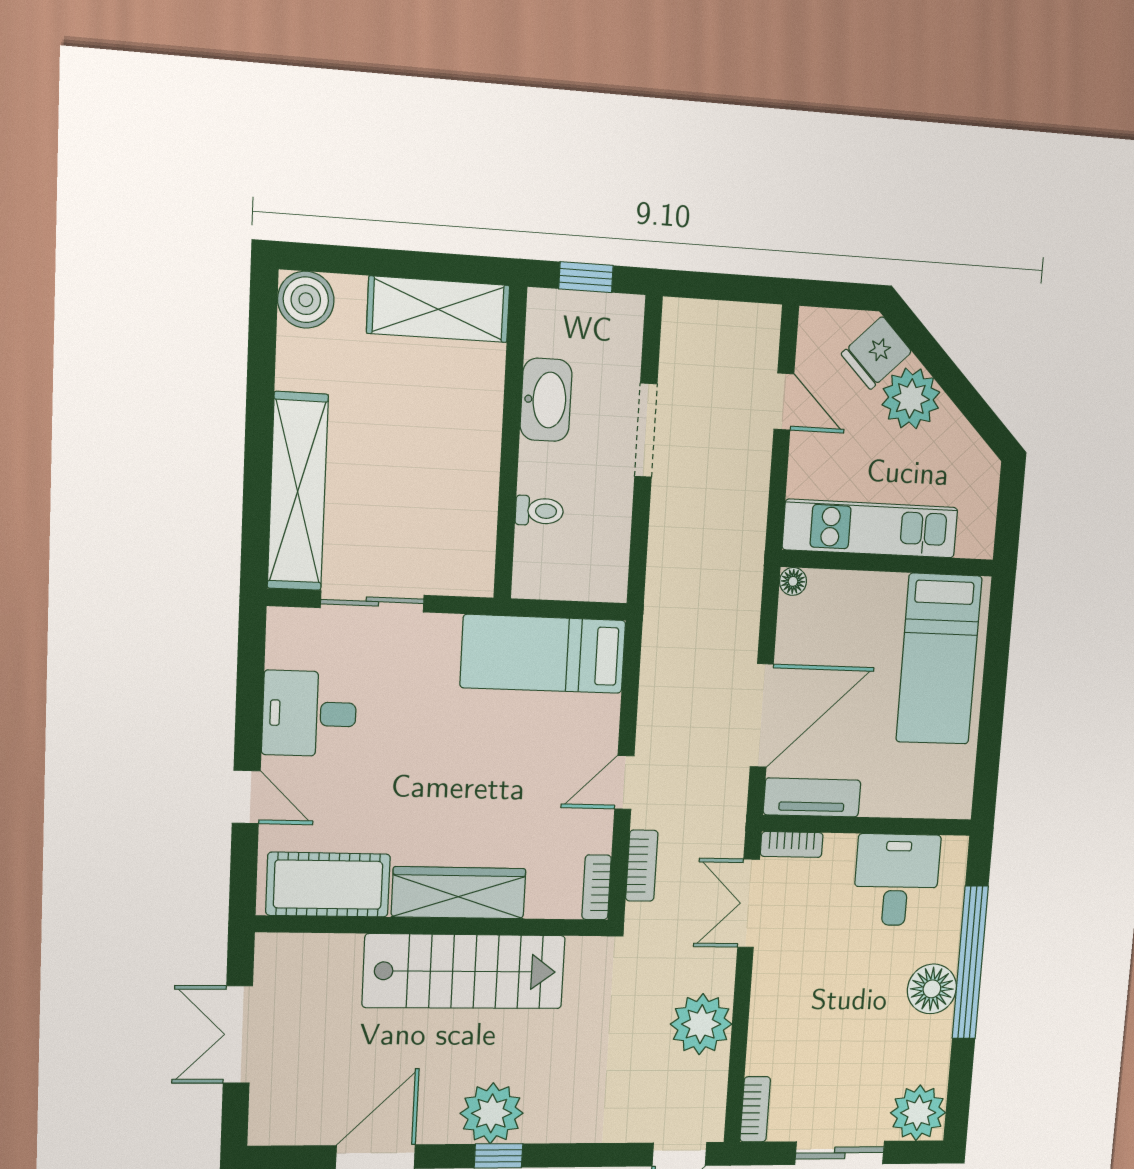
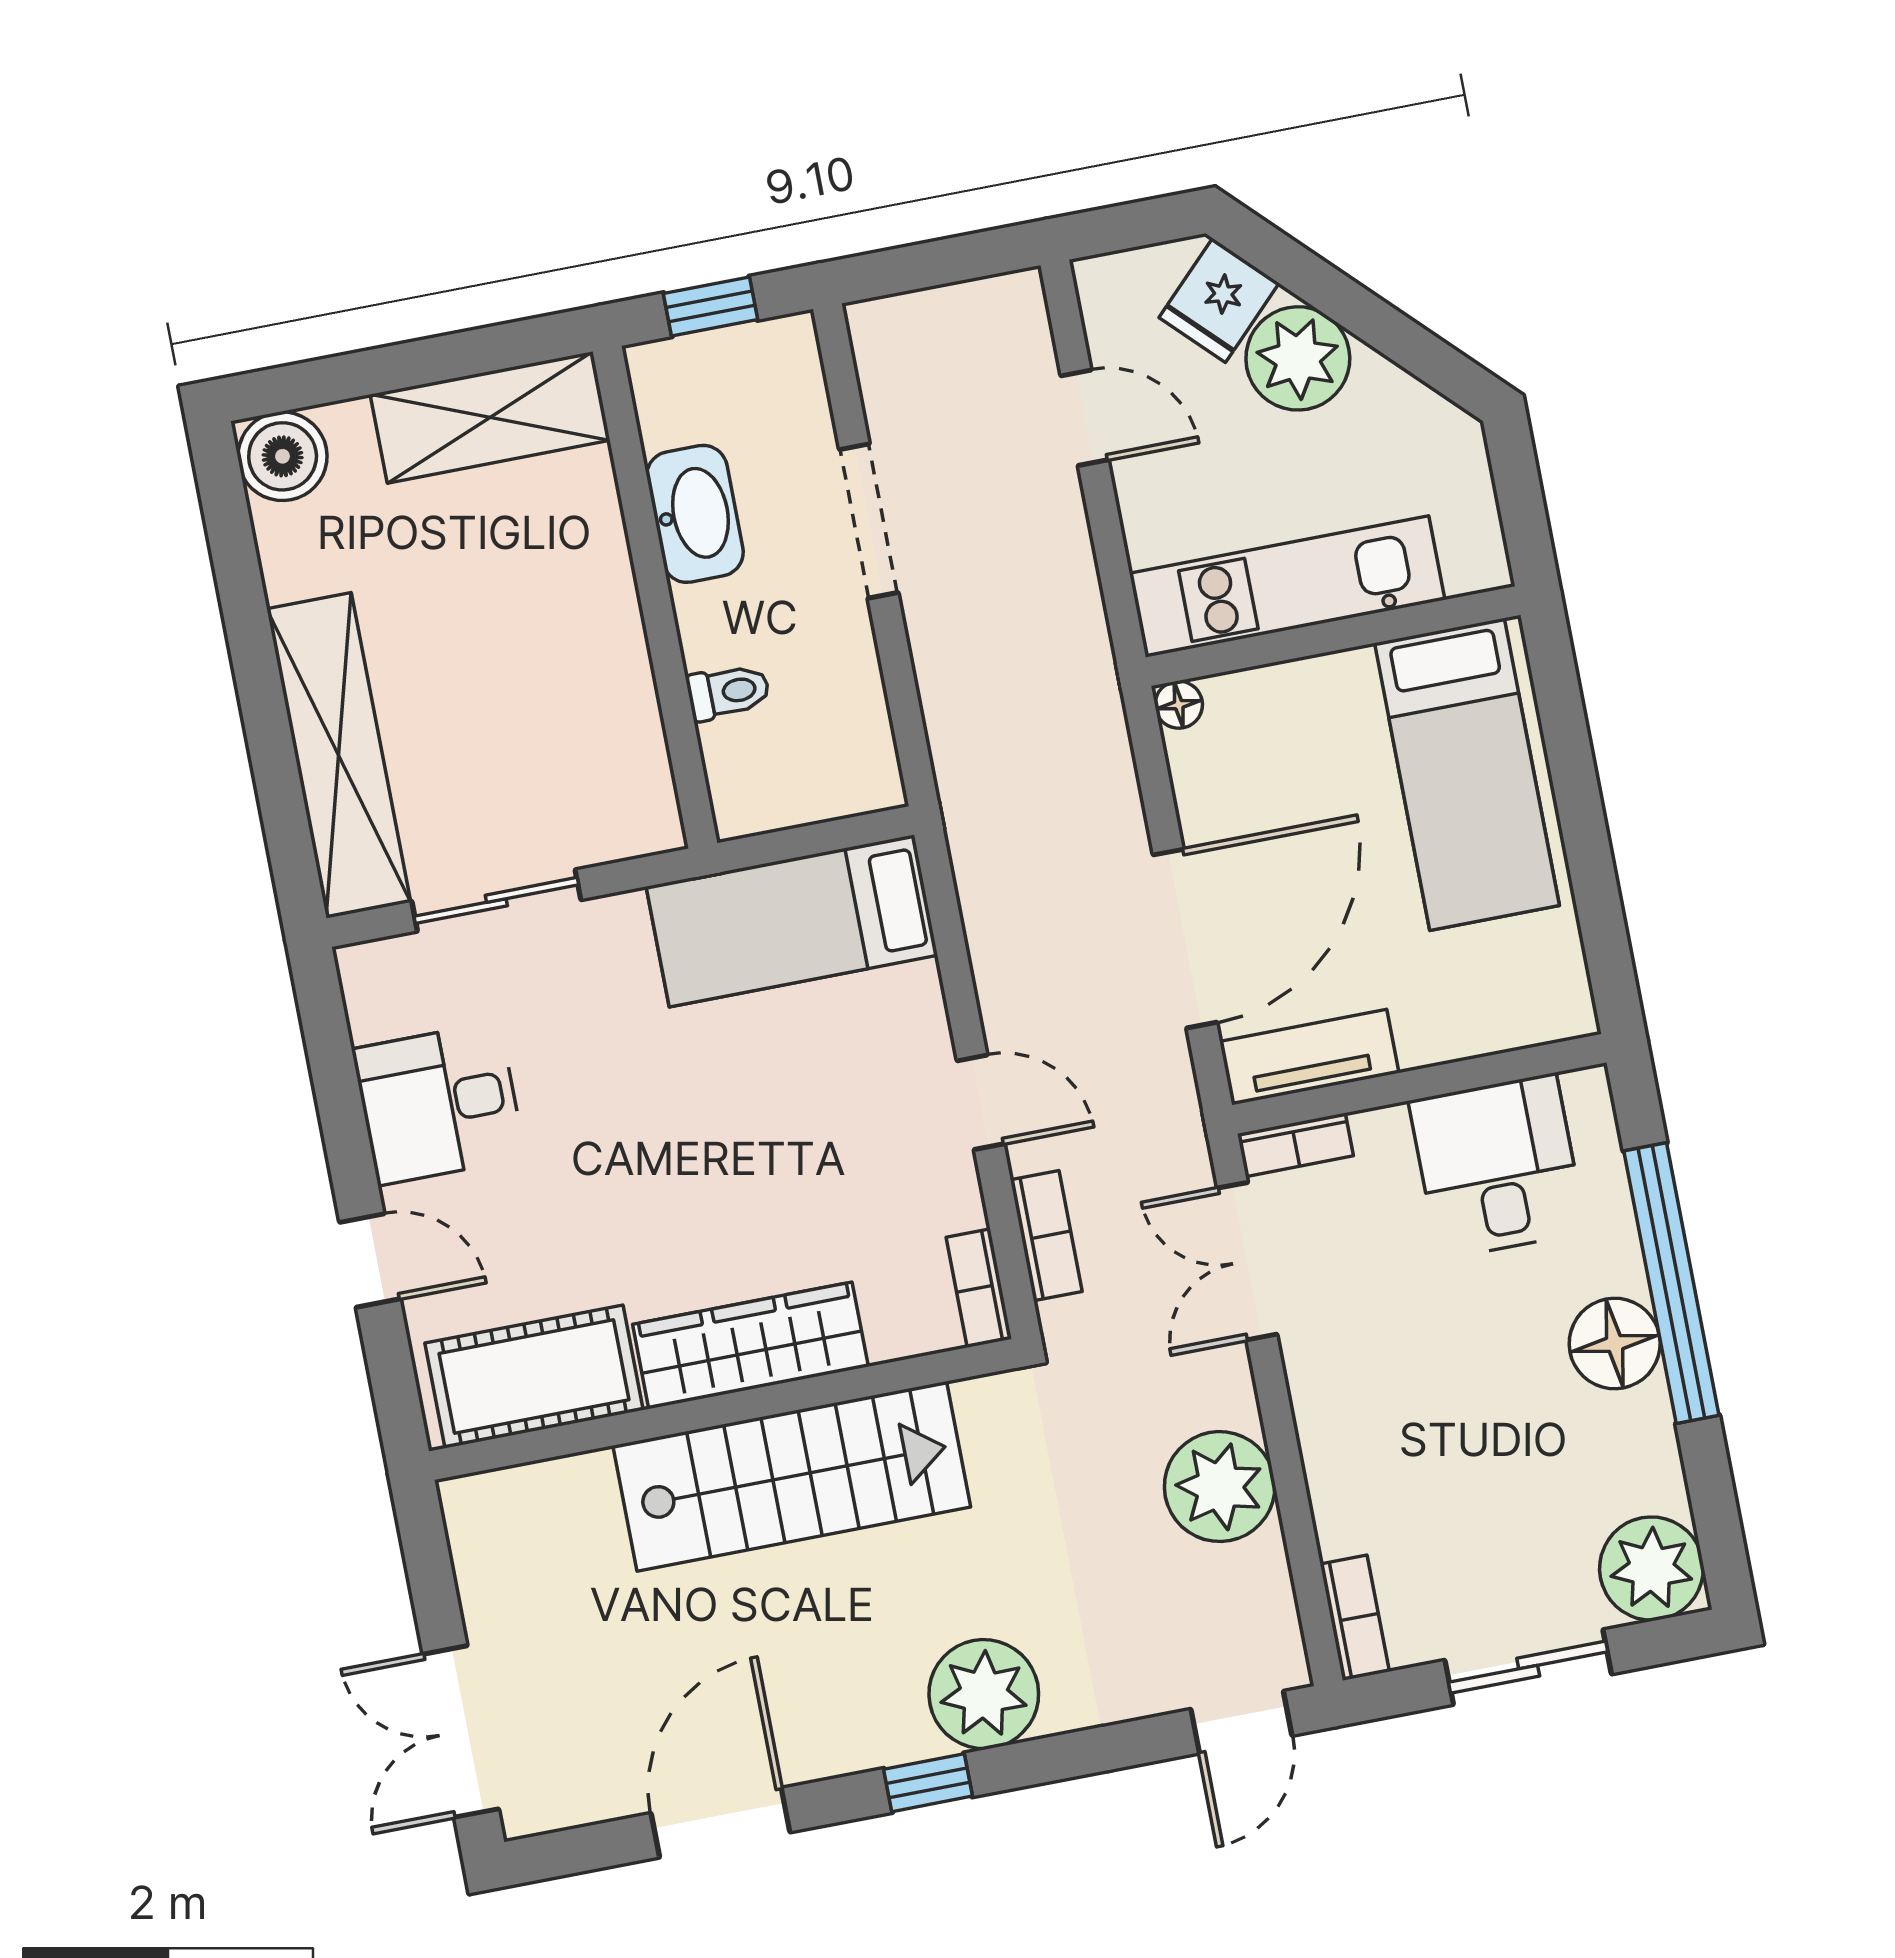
door: (624, 782) -> (981, 1102), swing flipped
double door: (238, 1035) -> (461, 1732), moved
plant: (492, 1113) -> (984, 1694), moved

